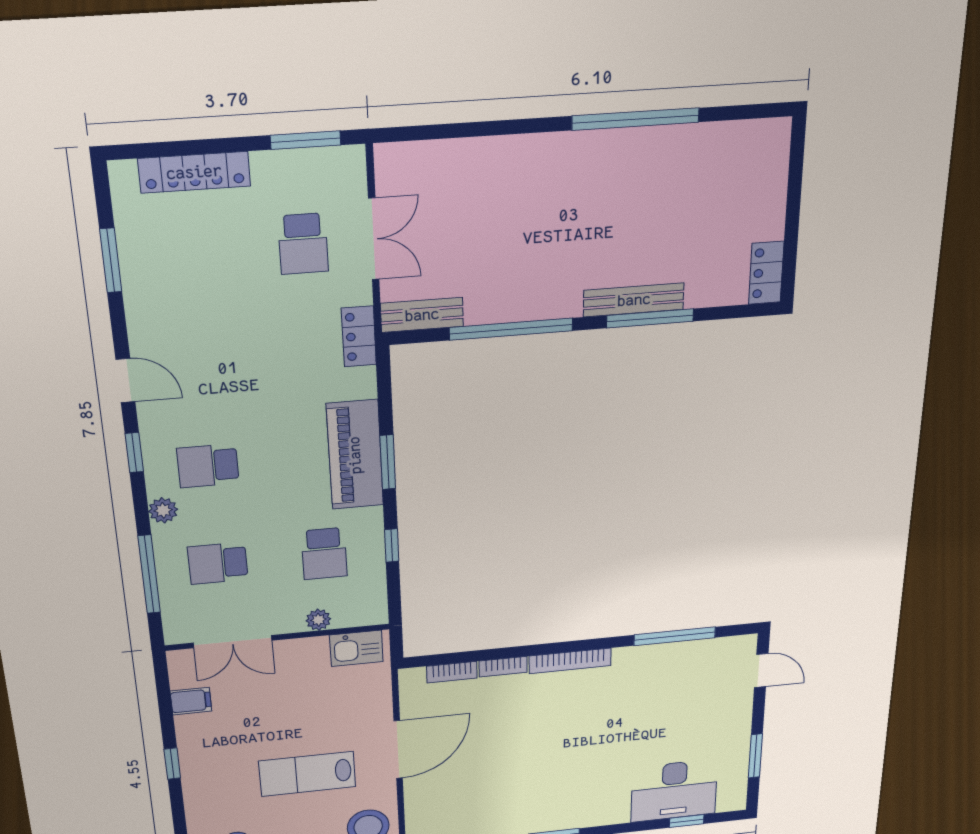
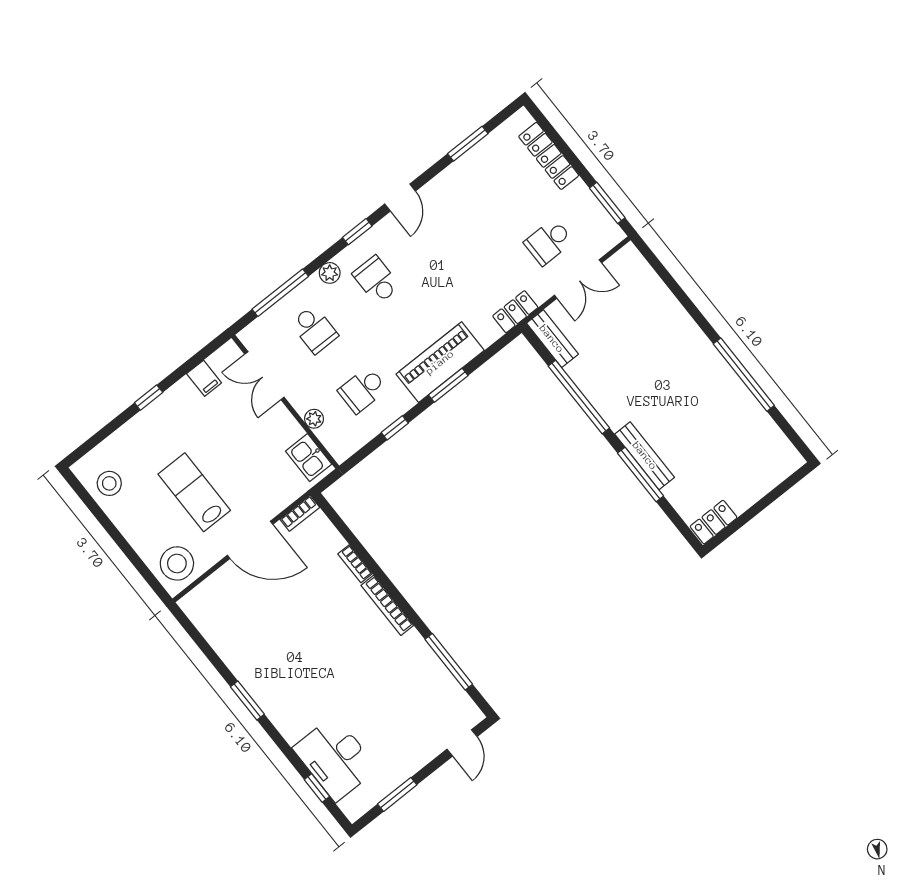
school desk: (218, 563) -> (314, 329), turned 180
bookcase: (452, 672) -> (300, 513), moved, turned -90

